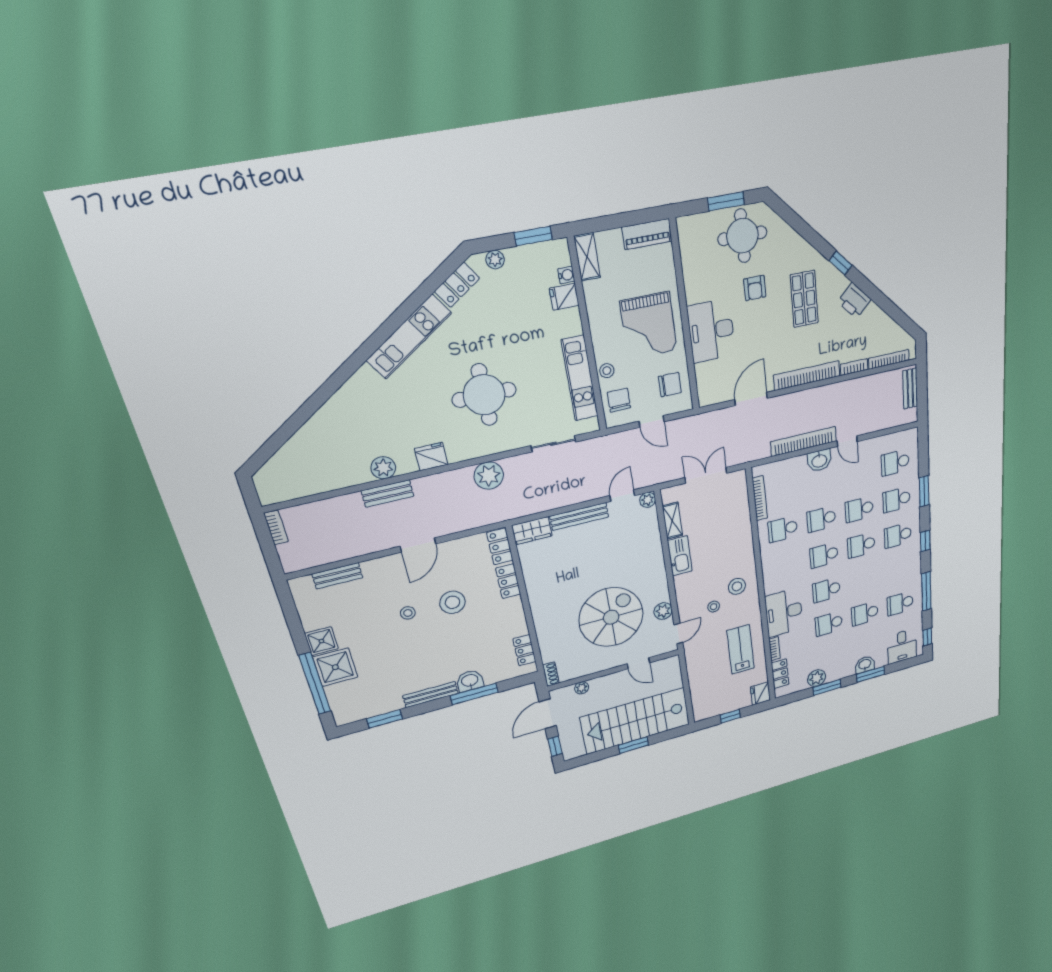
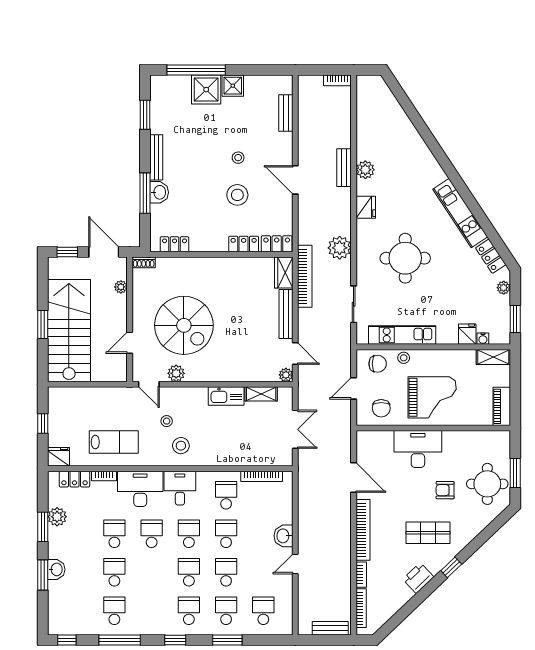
grand piano: (649, 326) -> (432, 397), turned 180
bookcase: (804, 441) -> (305, 276), moved
desk: (902, 646) -> (180, 488), moved, turned 90

